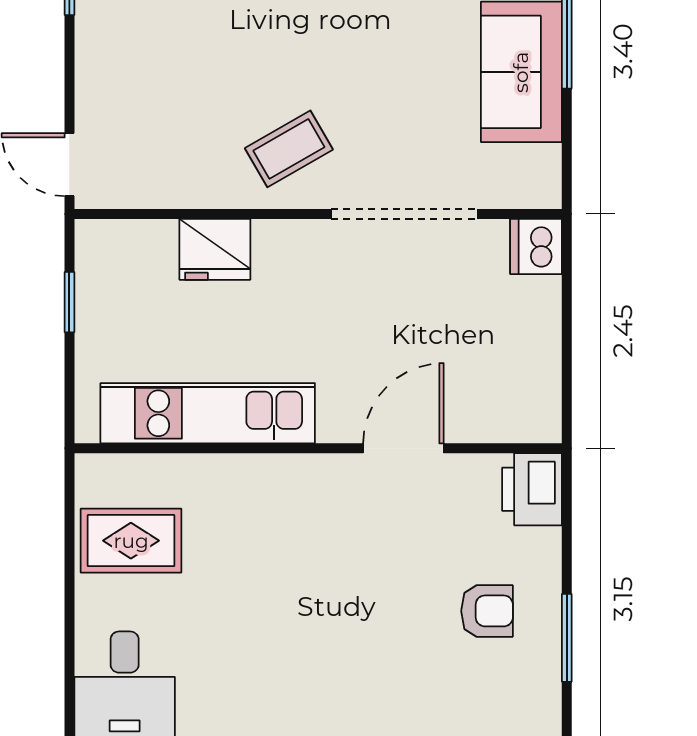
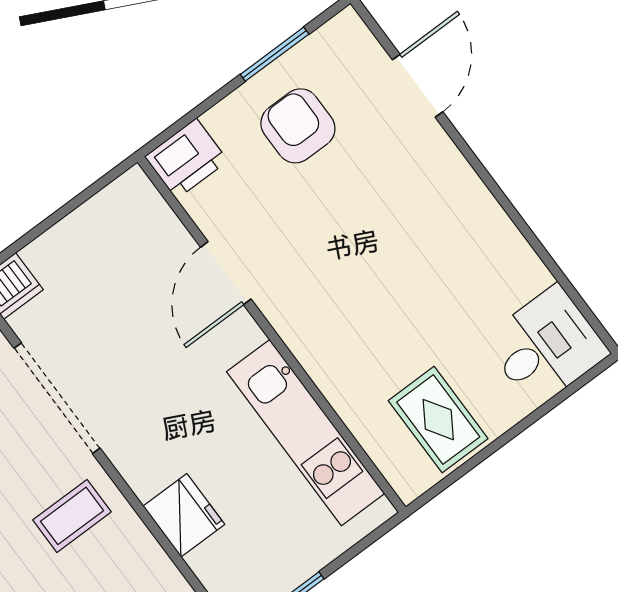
coffee table: (289, 149) -> (72, 516), turned -60
door: (403, 448) -> (226, 273), hinge flipped
armchair: (487, 611) -> (298, 126), width x1.38, depth x1.38

